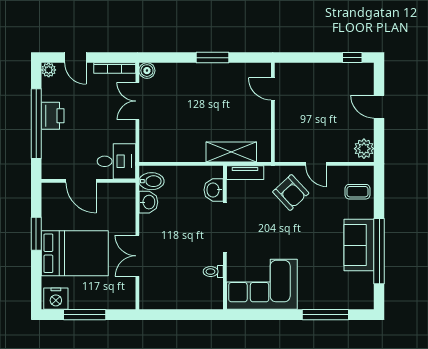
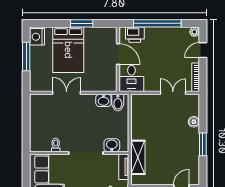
boiler: (147, 71) -> (194, 122), moved
printer: (53, 116) -> (135, 35), moved
door: (81, 181) -> (118, 54), swing flipped

